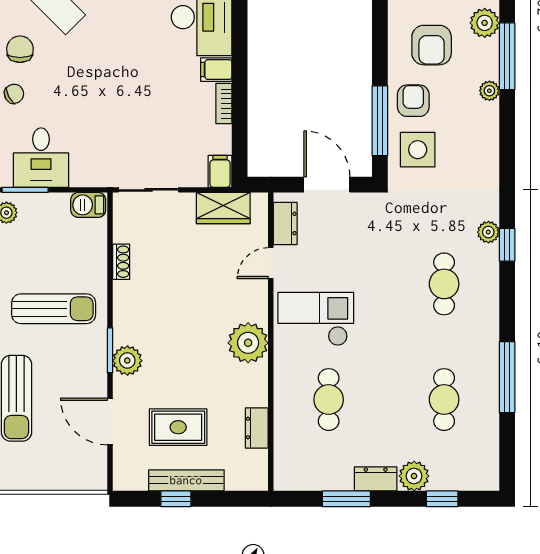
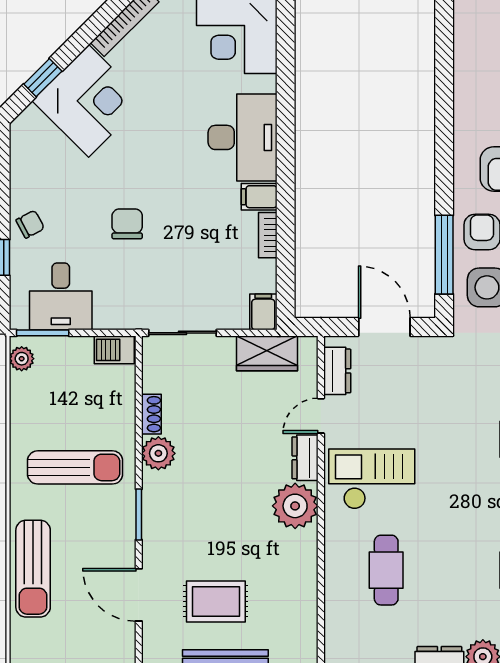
chair: (20, 49) -> (127, 224), moved
plant: (127, 361) -> (158, 453), moved
dresser: (257, 428) -> (305, 458), moved

